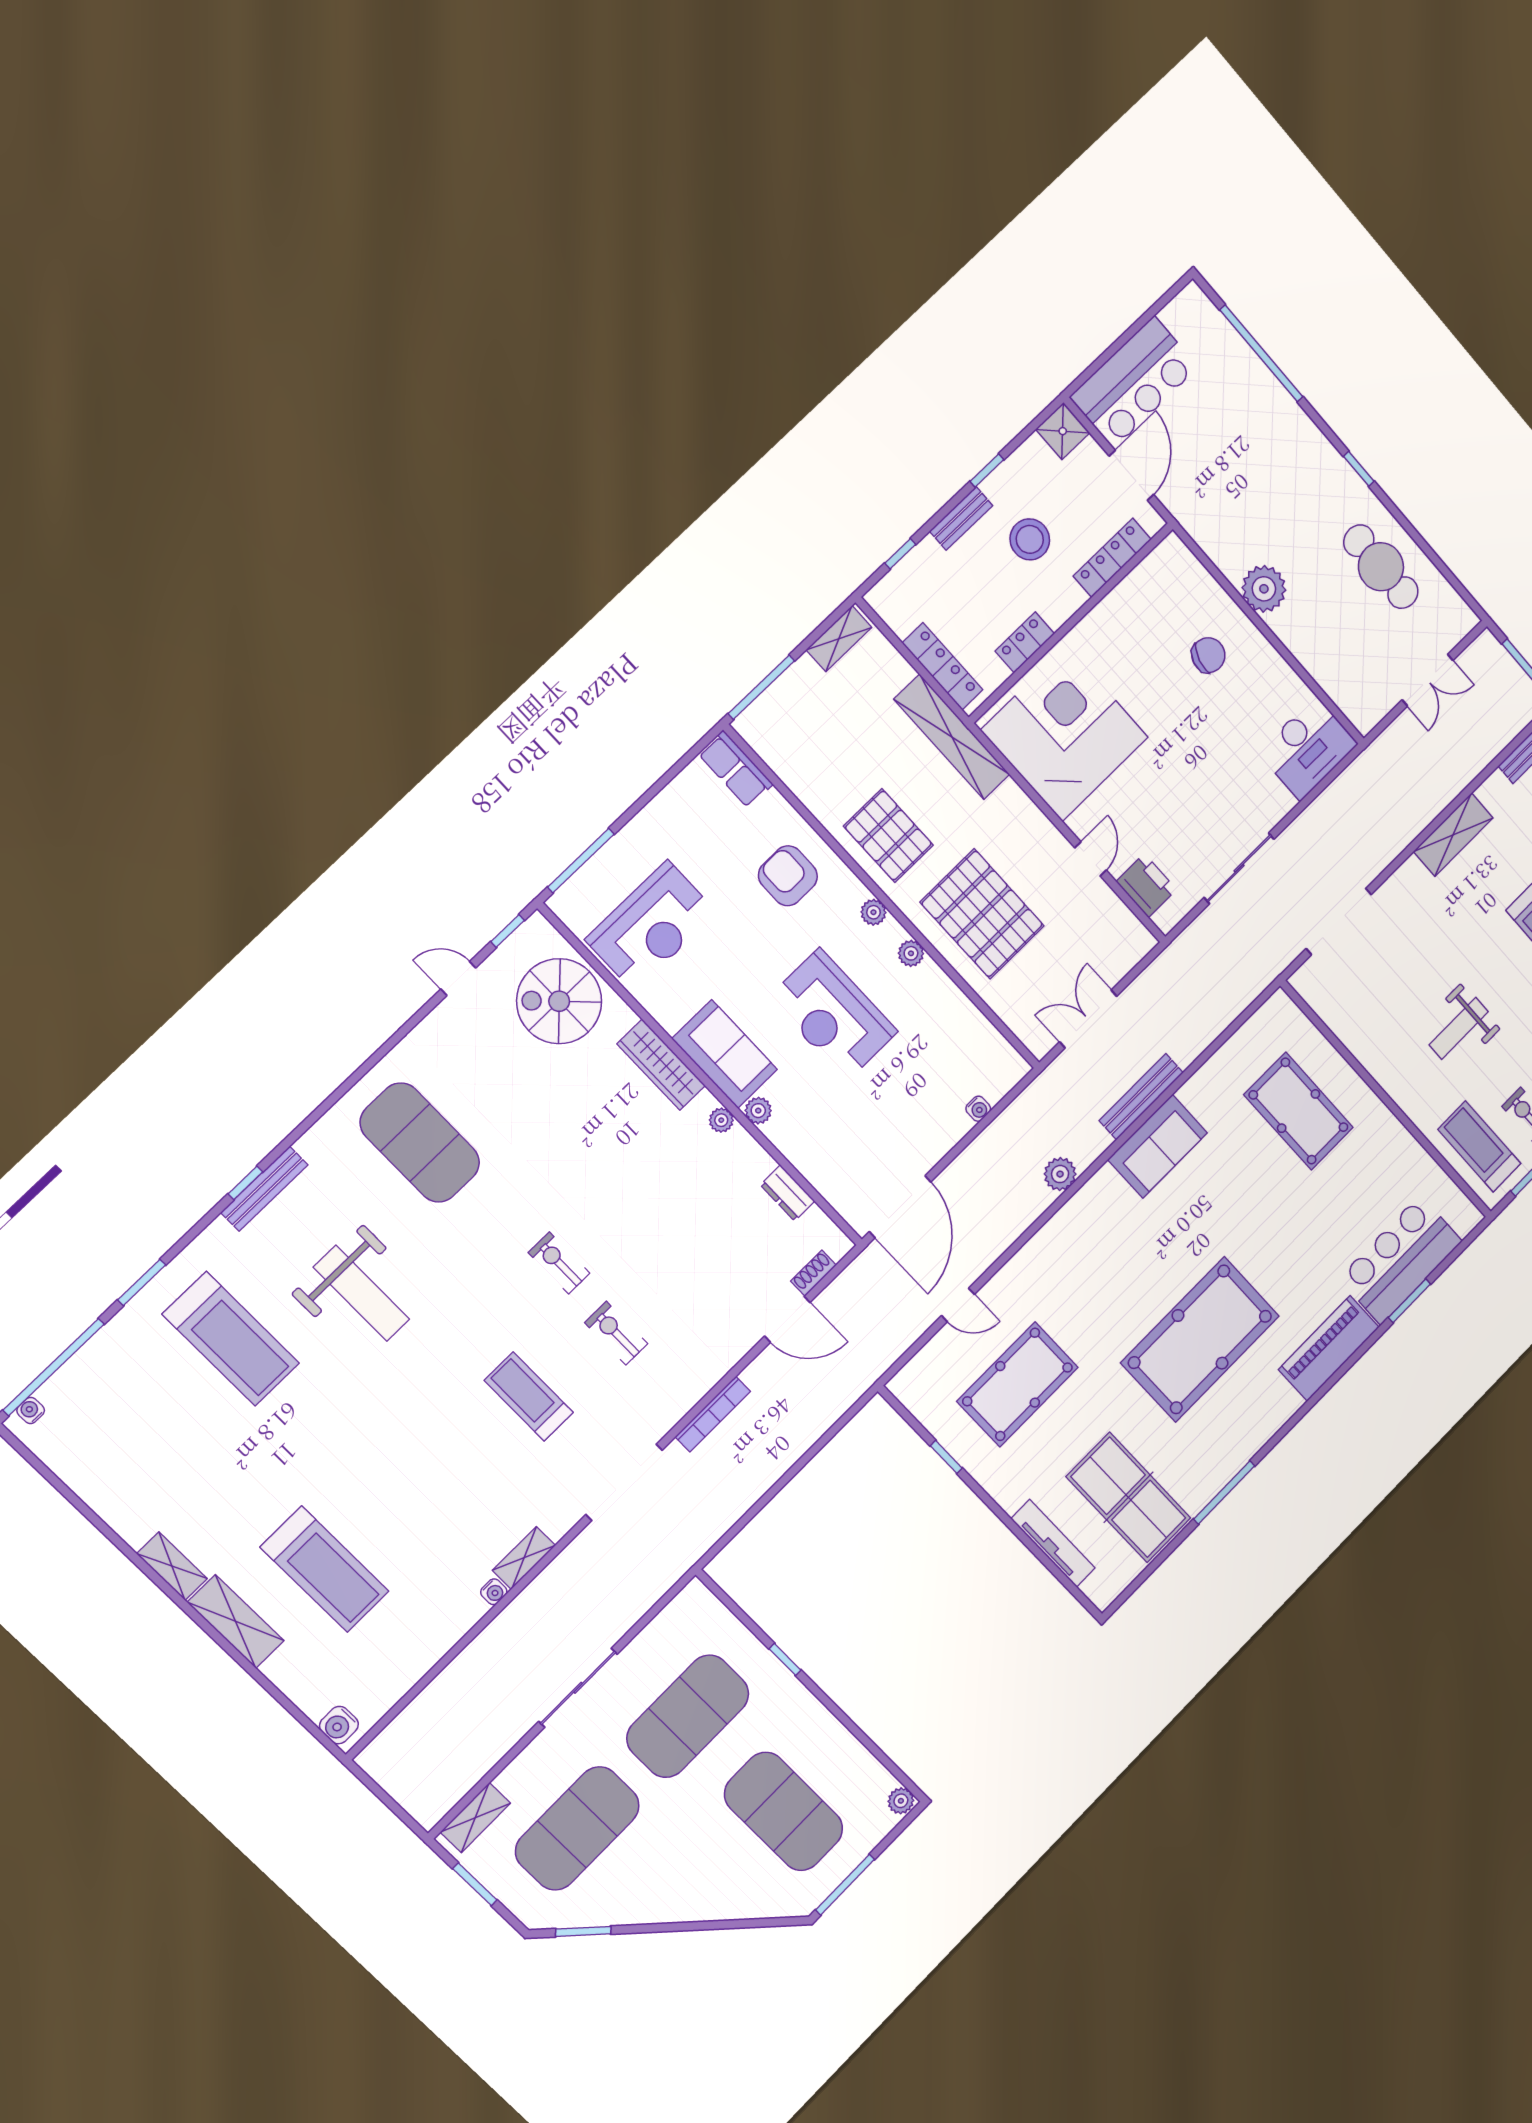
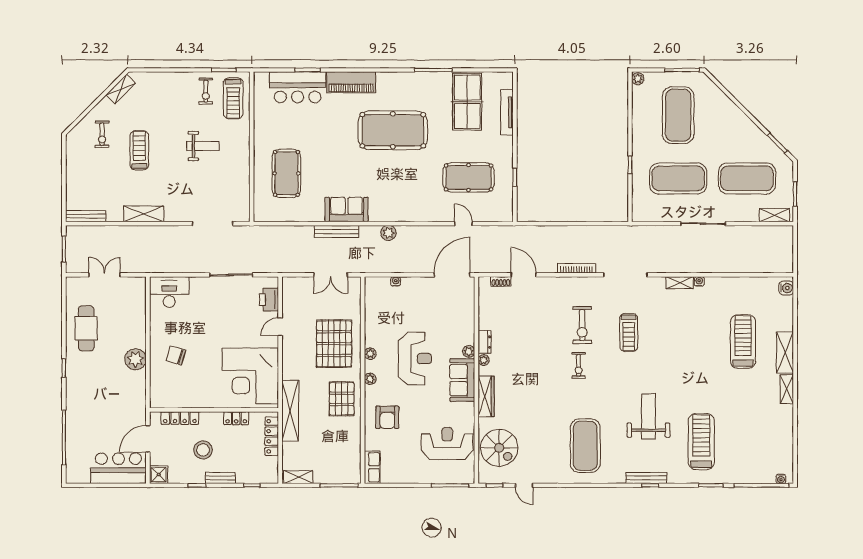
dresser: (788, 1193) -> (485, 342), moved
exercise bike: (616, 1333) -> (582, 325), width x1.38, depth x1.39

